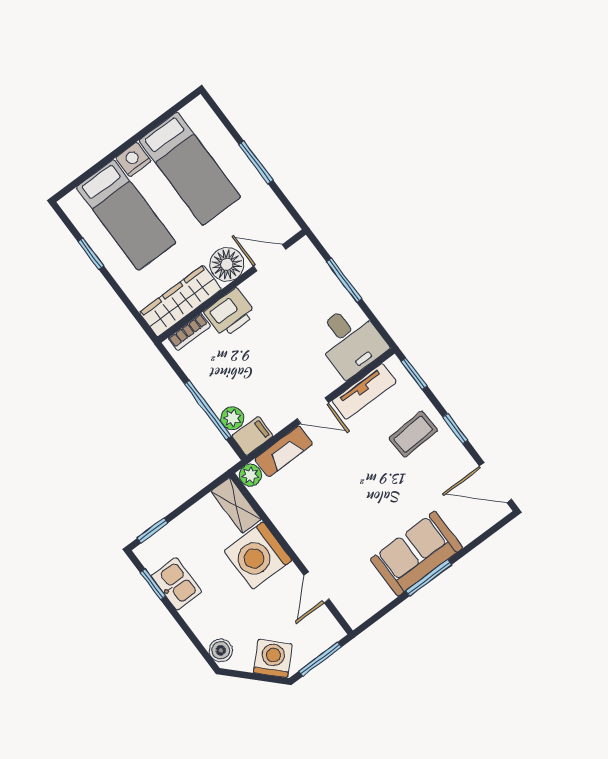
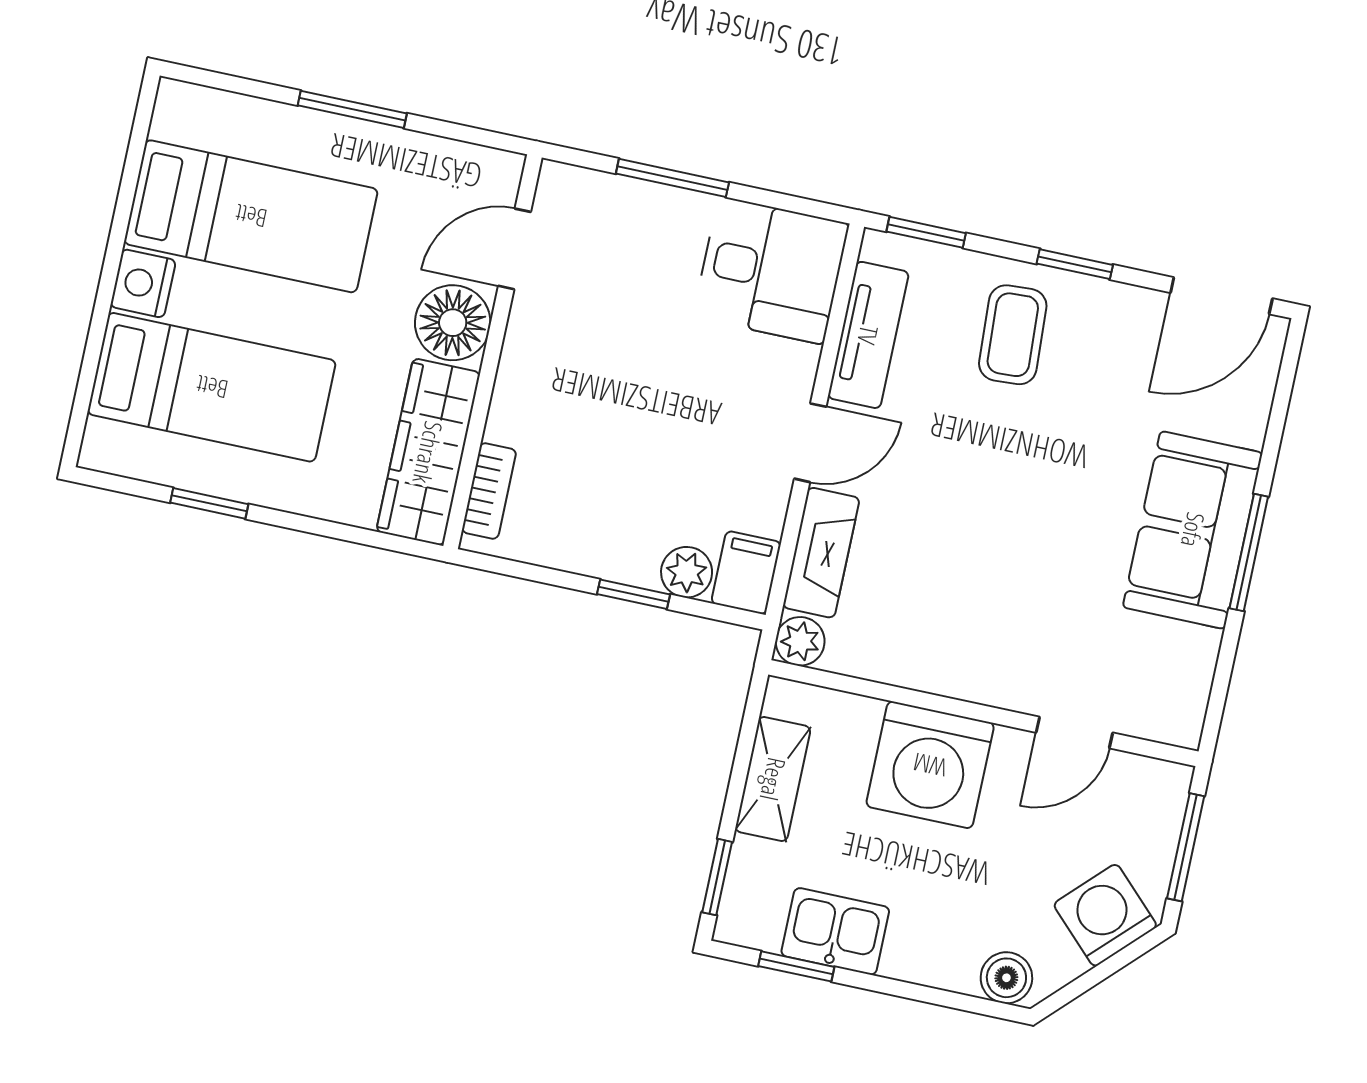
printer: (230, 313) -> (529, 400), removed
window: (208, 410) -> (633, 594), width x0.46
shelving: (236, 505) -> (773, 779), moved, turned 90
door: (316, 587) -> (1074, 733), hinge flipped

